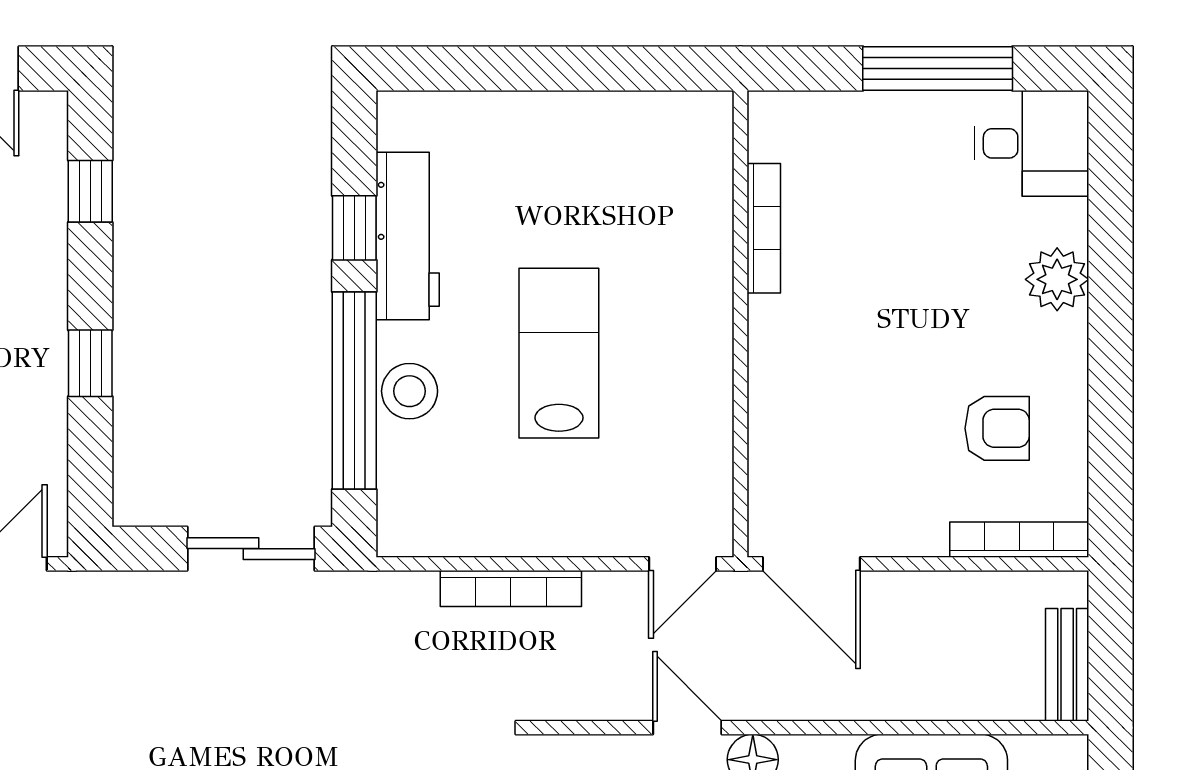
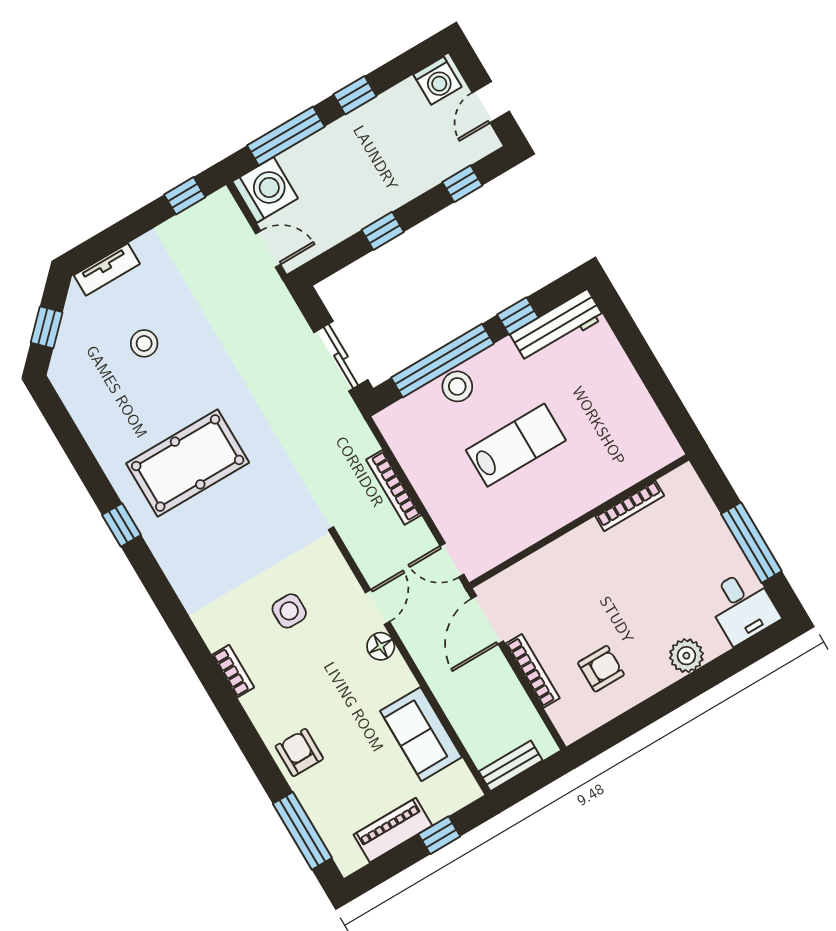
workbench: (408, 236) -> (557, 326), moved
armchair: (997, 428) -> (601, 669), turned -90
bookcase: (1019, 540) -> (533, 671), moved

